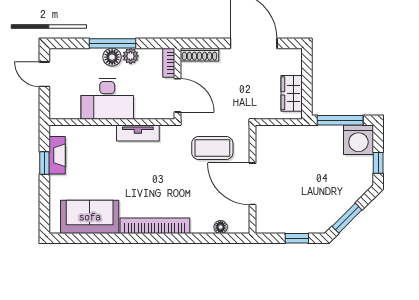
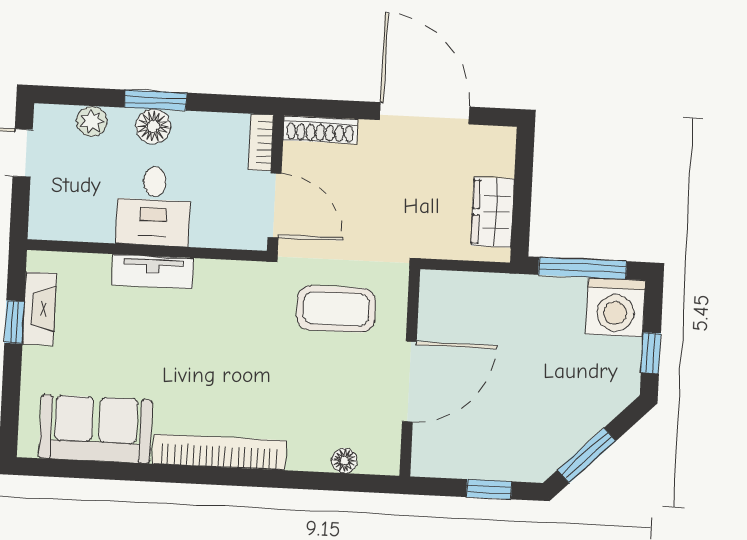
window: (113, 43) -> (155, 100), width x0.69
plant: (131, 56) -> (92, 121), moved
desk: (107, 99) -> (154, 206), width x0.73
tv unit: (138, 133) -> (153, 271), moved
door: (252, 184) -> (409, 381), swing flipped

